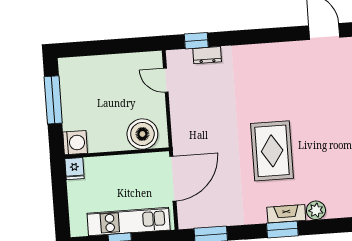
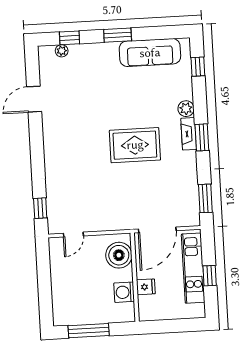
dresser: (207, 55) -> (53, 199), removed
washing machine: (75, 143) -> (124, 292), moved, turned -90
fridge: (74, 169) -> (146, 287), moved
door: (173, 179) -> (157, 230), swing flipped

